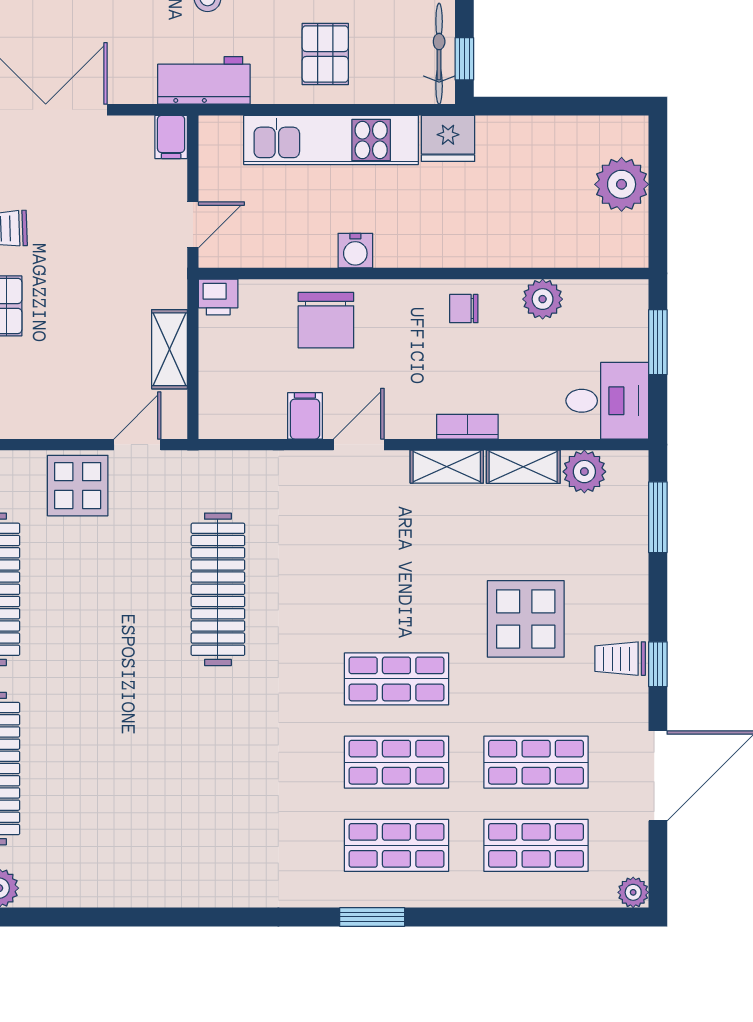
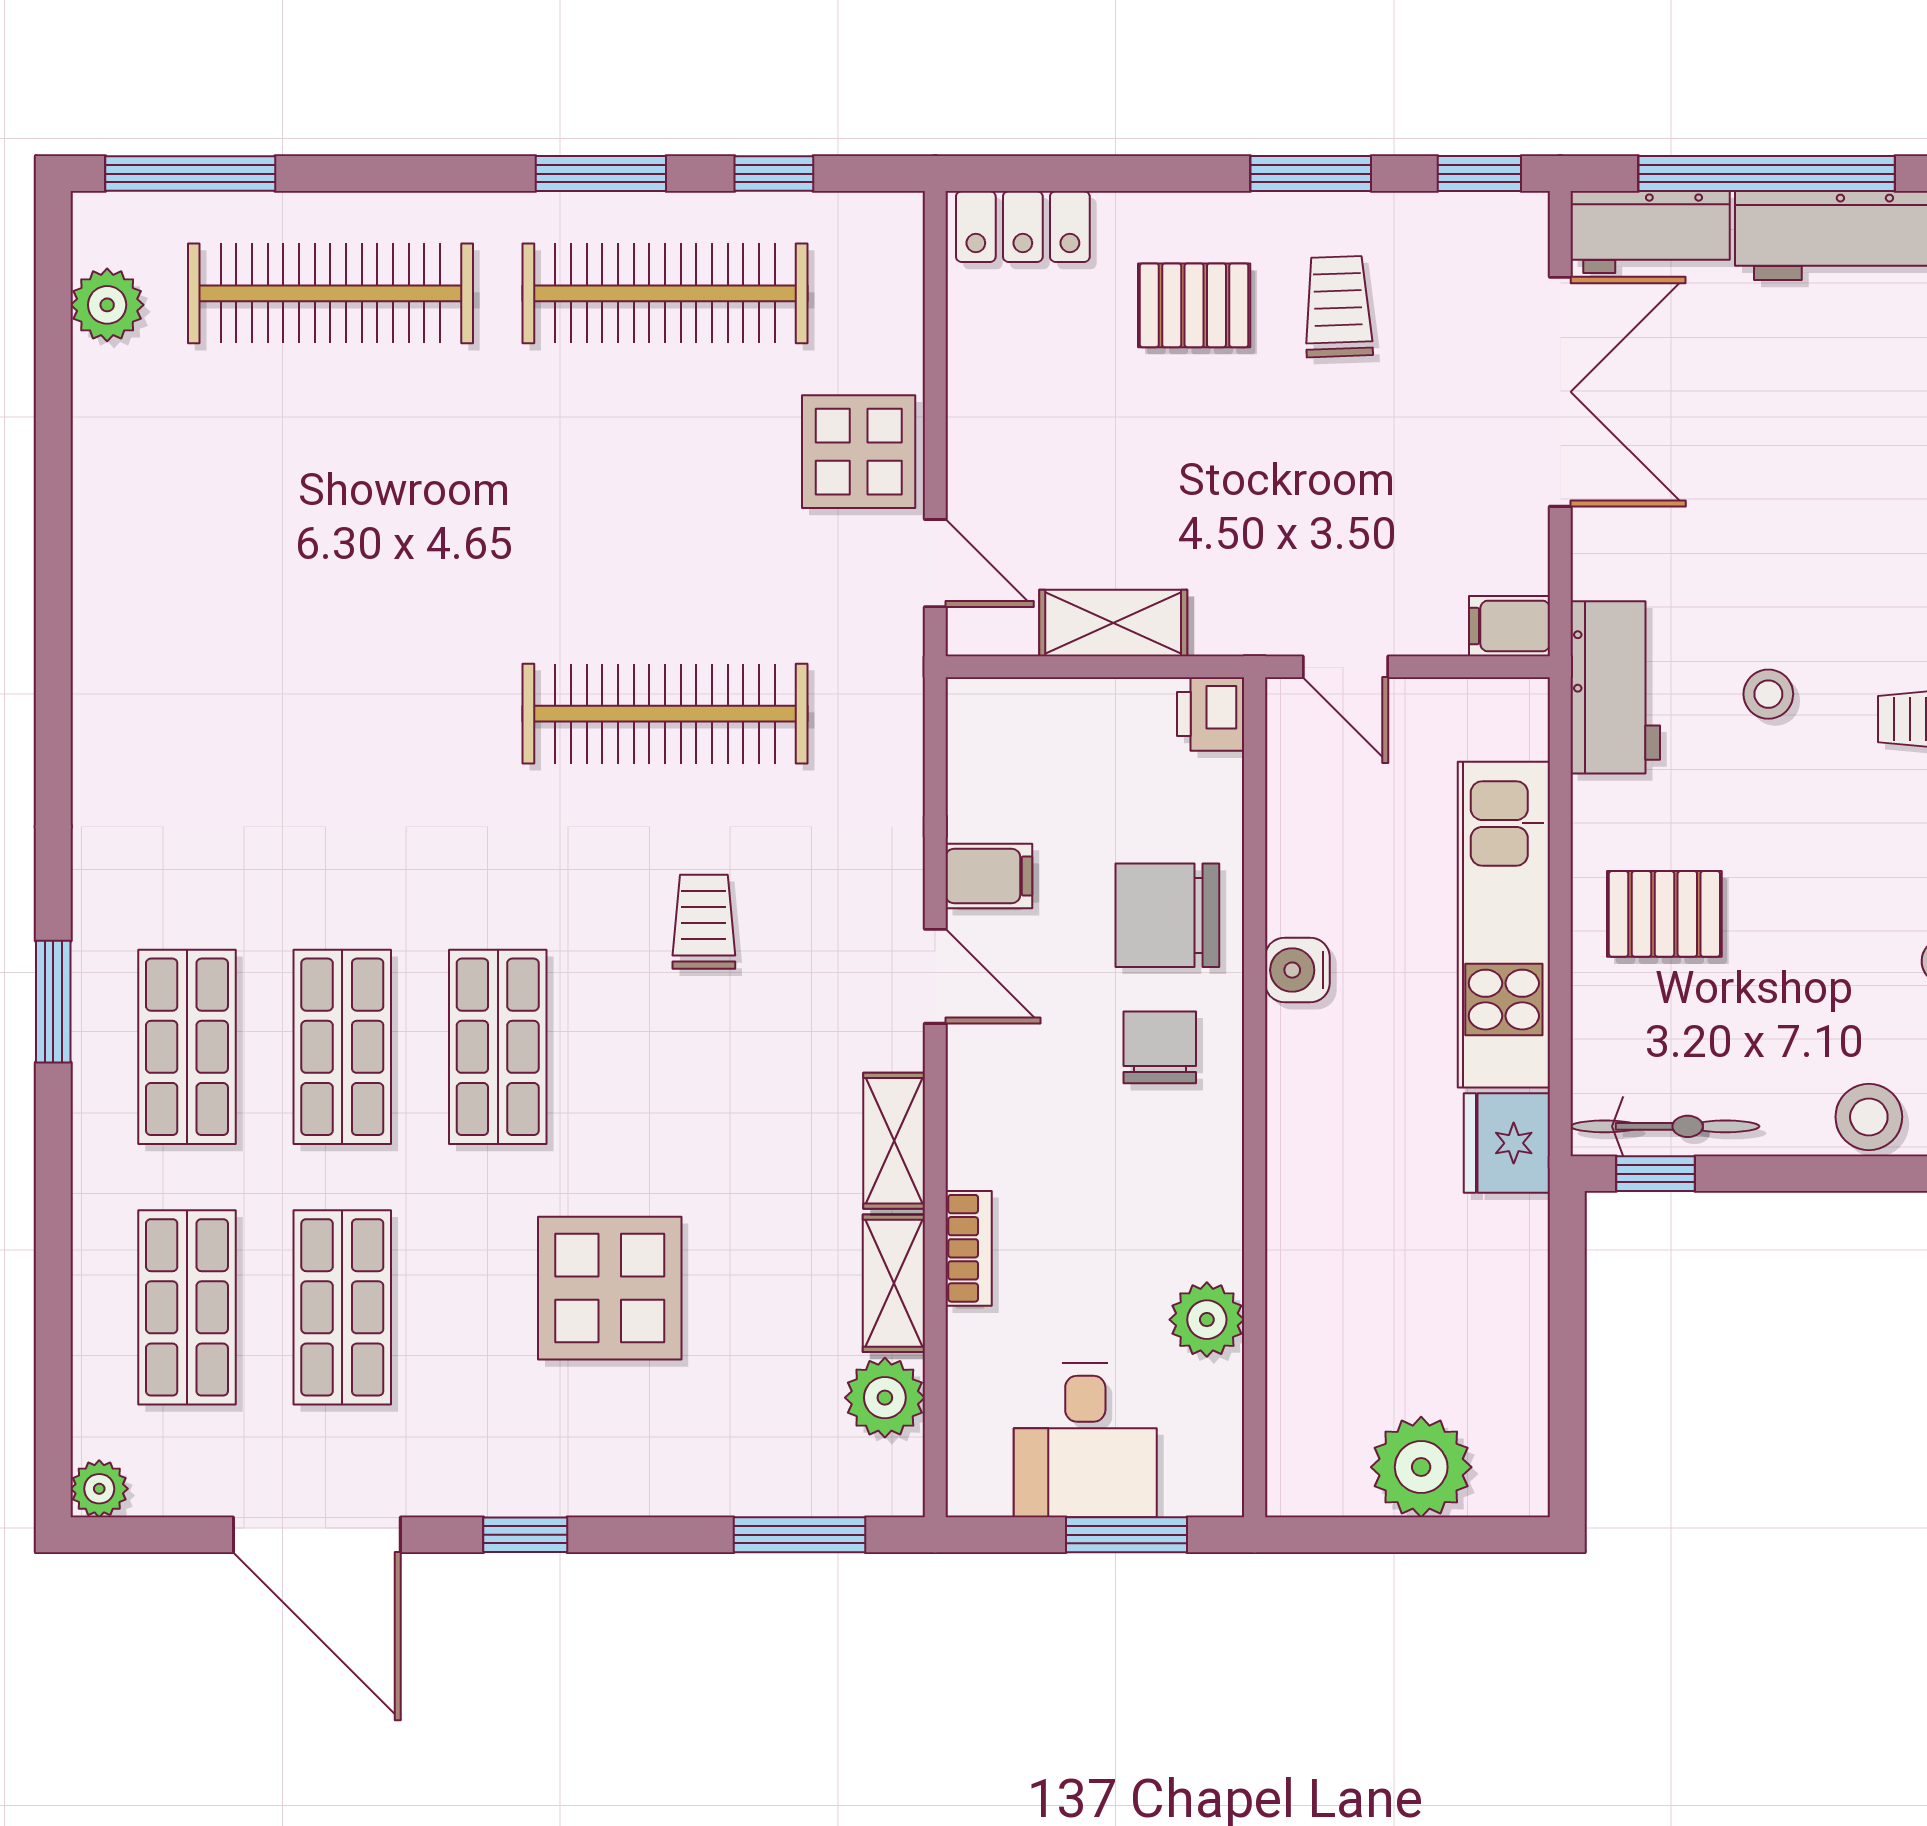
chair: (464, 309) -> (1160, 1047), moved, width x1.37, depth x1.37
desk: (607, 401) -> (1085, 1440), moved
bookcase: (467, 427) -> (969, 1248), moved
trolley: (620, 659) -> (704, 922), moved

